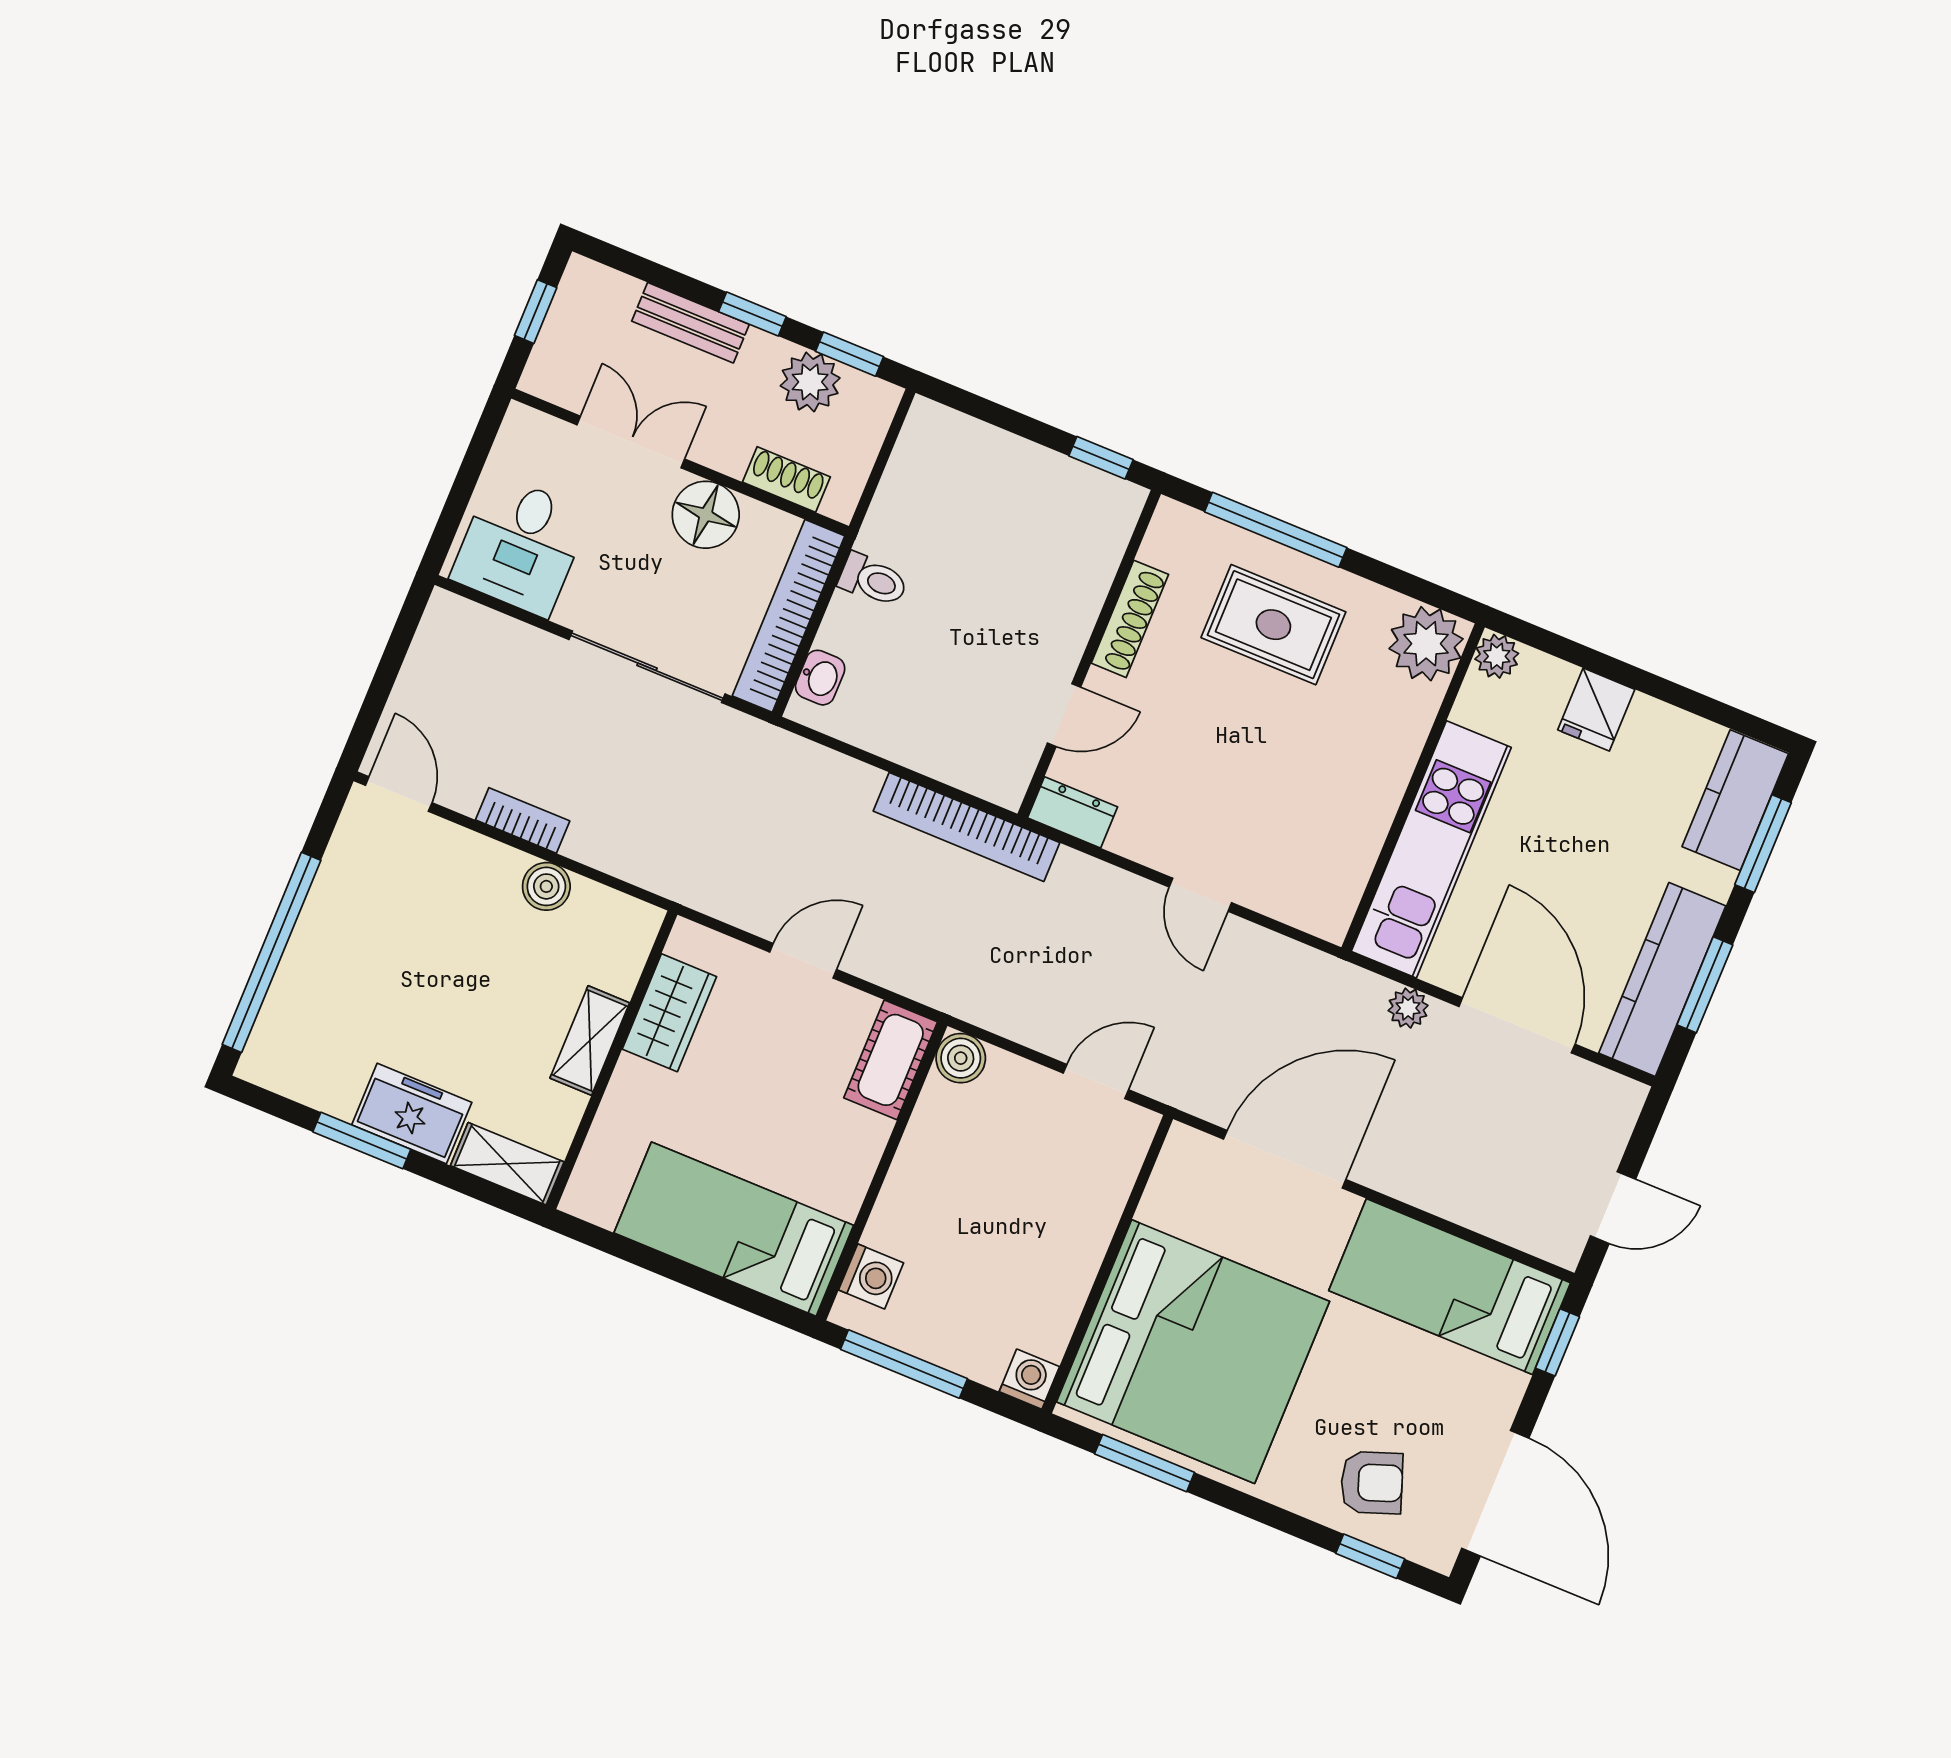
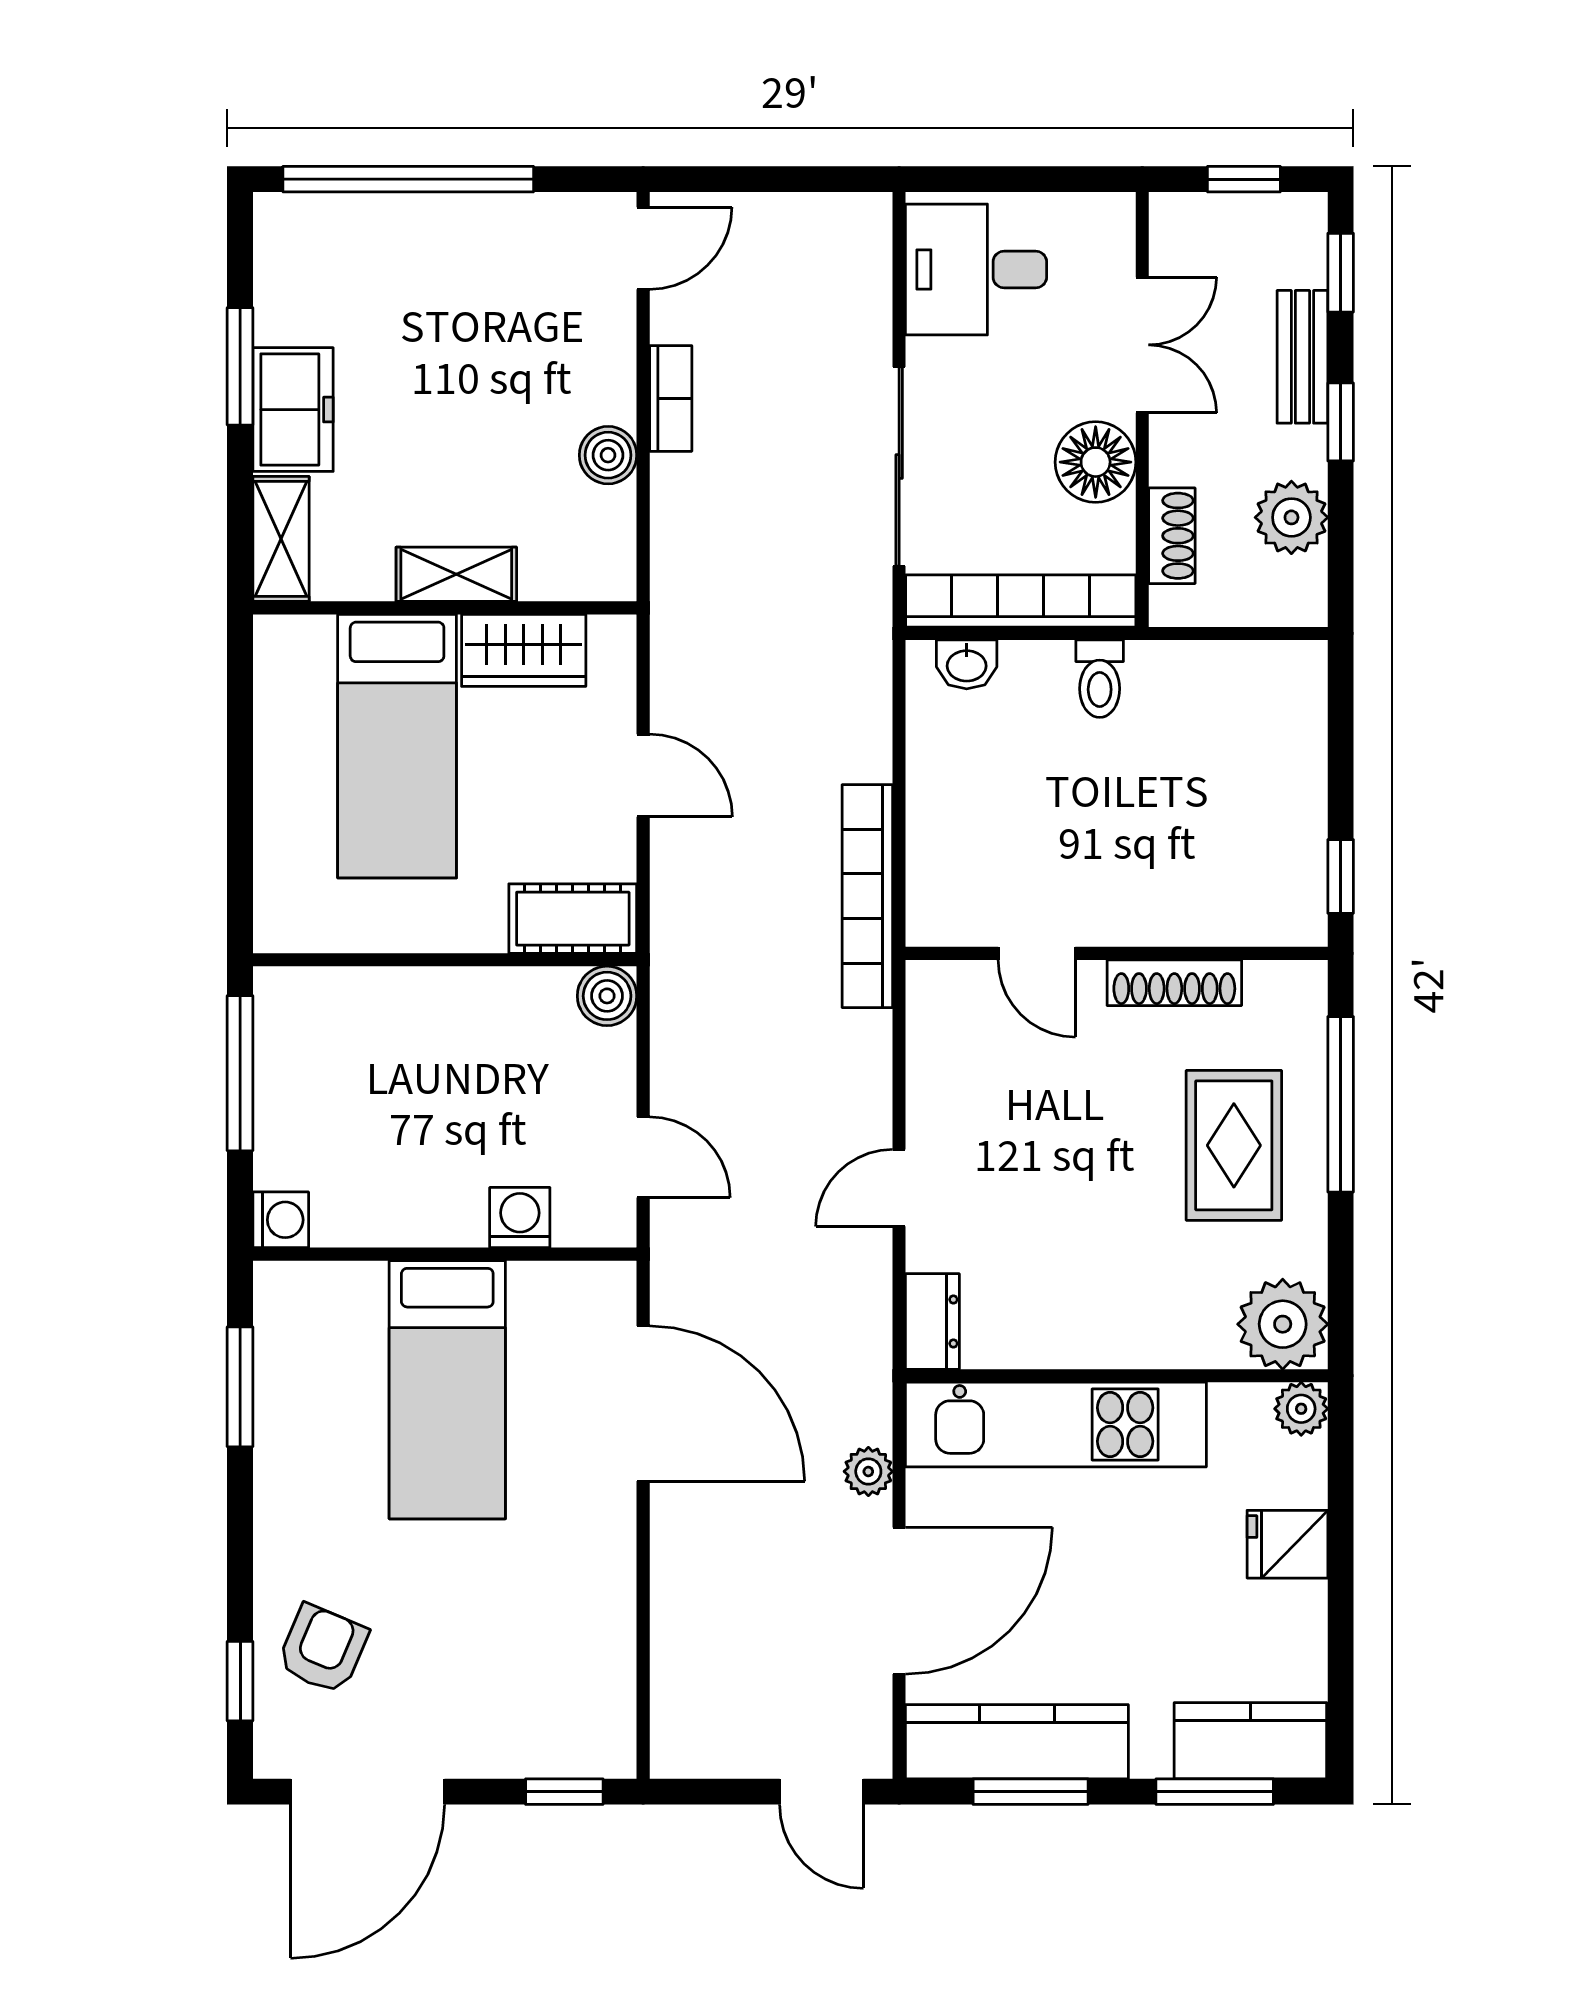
window: (850, 354) -> (1341, 273), moved
dresser: (1073, 812) -> (932, 1321), moved
door: (1613, 1208) -> (821, 1792), moved
bed: (734, 1229) -> (397, 746), moved, turned 180
washing machine: (871, 1276) -> (520, 1218), moved, turned 180
bed: (1450, 1287) -> (577, 1646), removed
bed: (1193, 1352) -> (447, 1390), width x0.49
armchair: (1372, 1483) -> (323, 1649), turned -137

